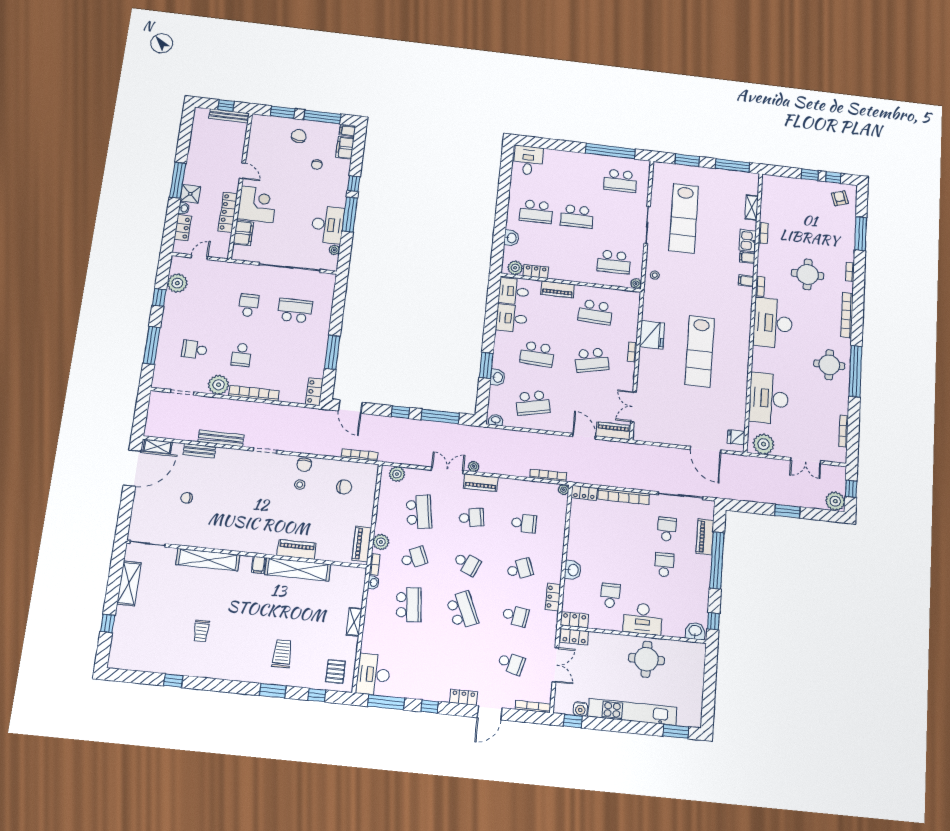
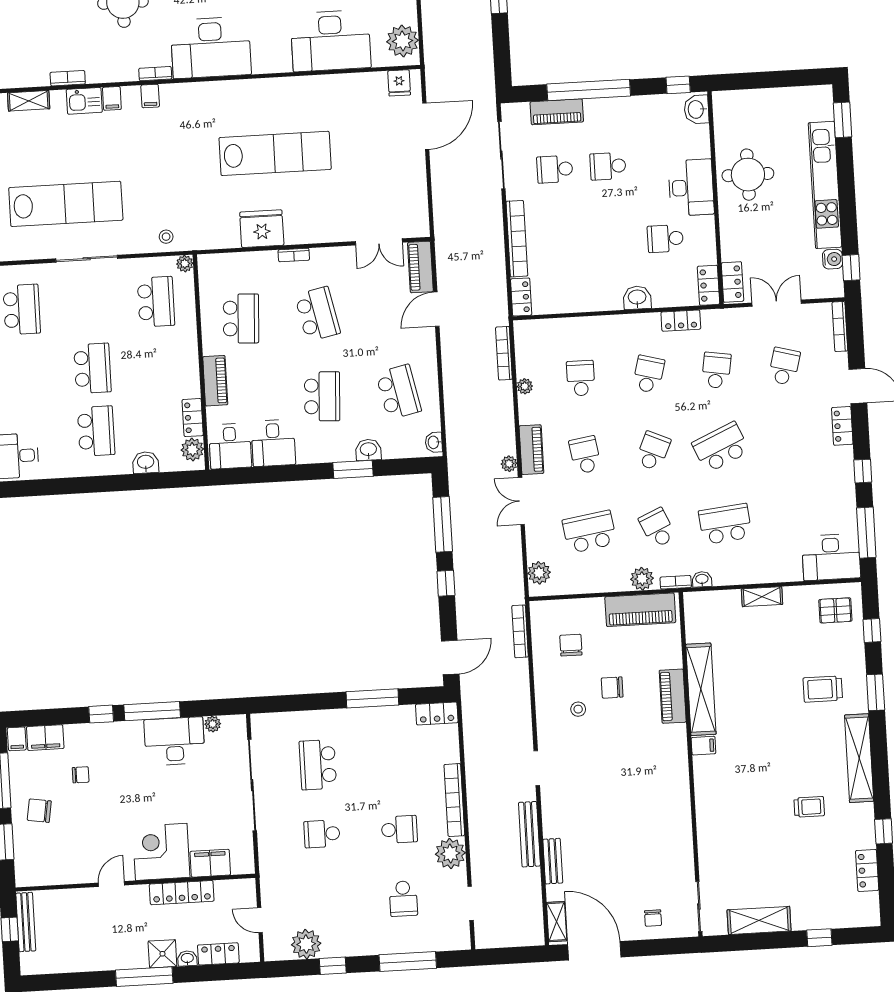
chair: (304, 465) -> (612, 688), moved, turned 180
plant: (563, 490) -> (525, 386), moved
chair: (187, 498) -> (653, 918), moved
piano: (362, 544) -> (640, 610), width x1.37, depth x1.33
shelving: (208, 560) -> (859, 758), moved
school desk: (520, 569) -> (648, 374), turned 36
locker: (148, 665) -> (867, 870), added

